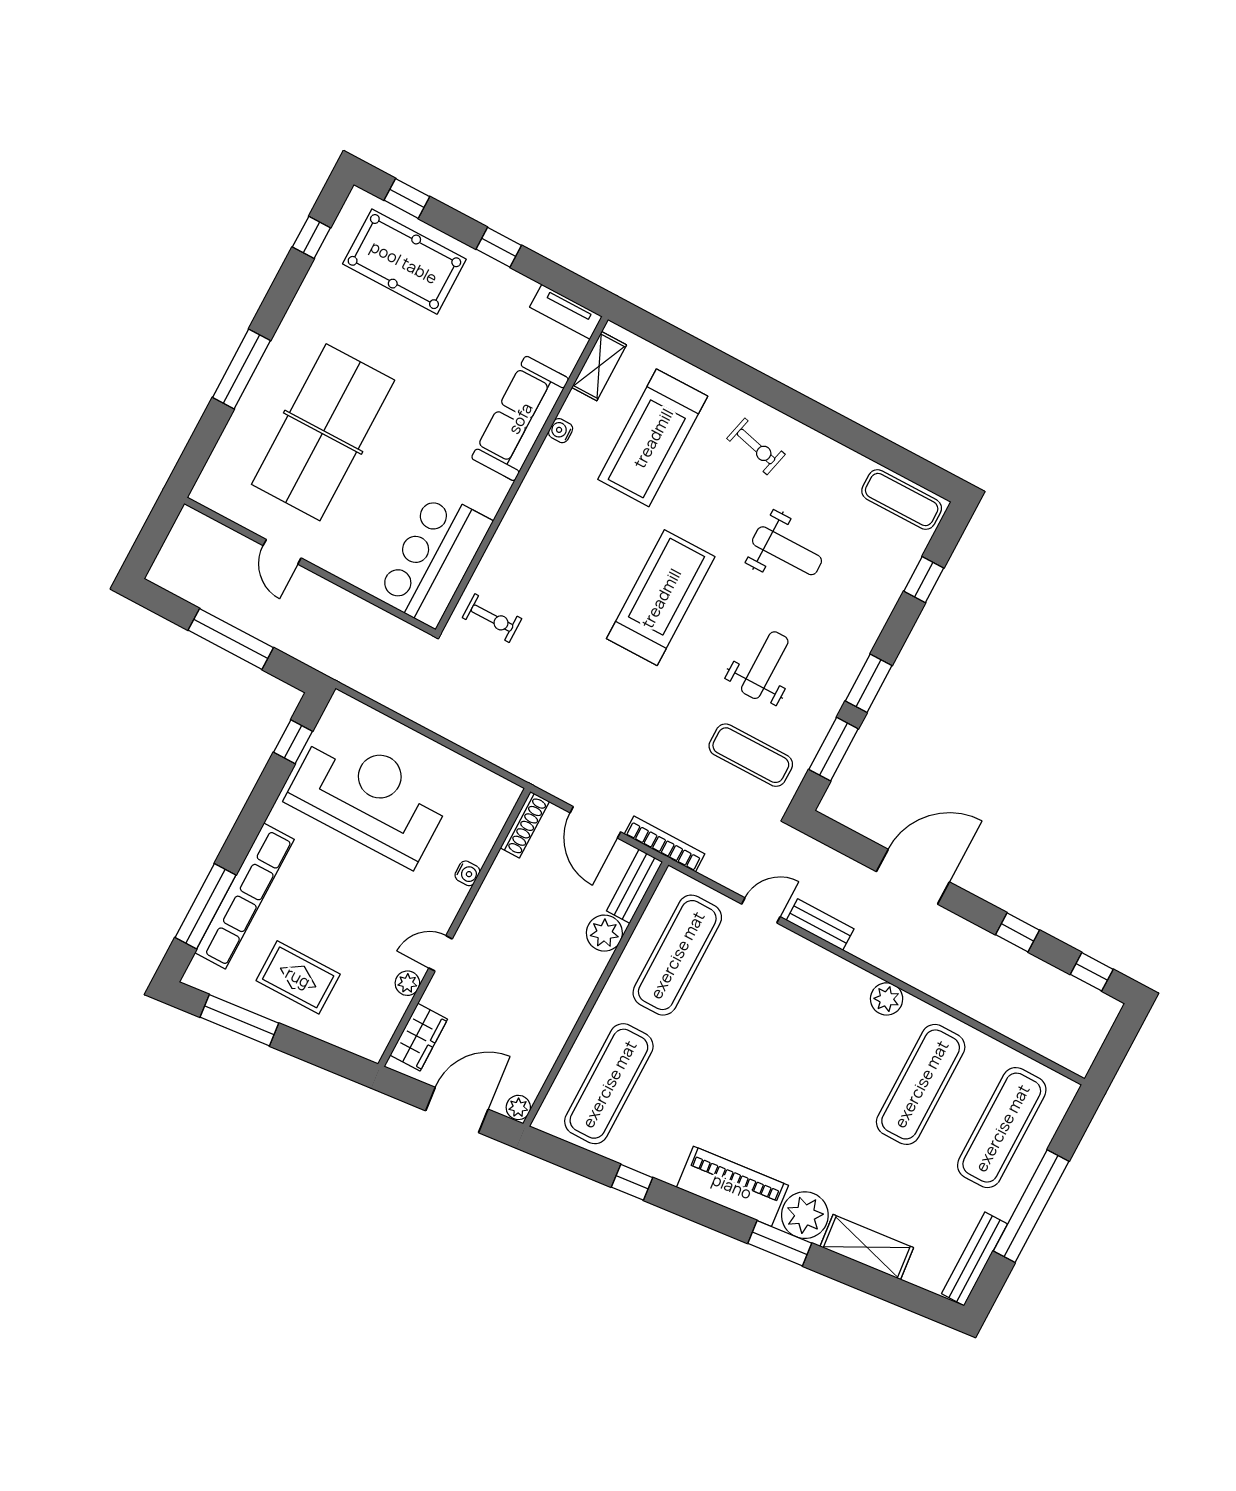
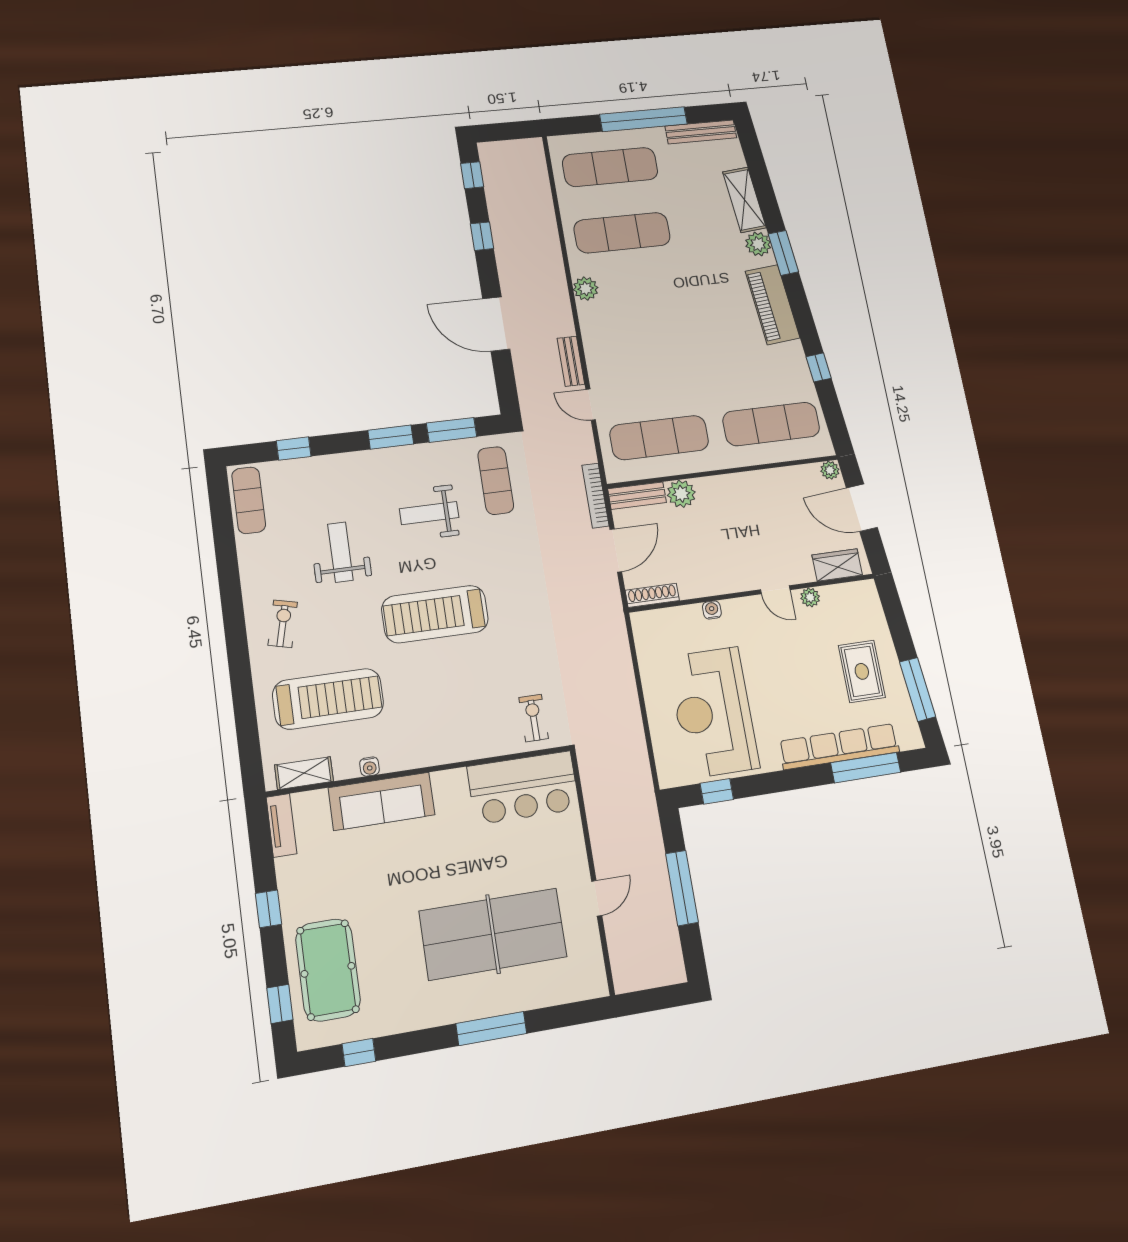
plant: (805, 1215) -> (758, 244), width x0.73, depth x0.73

